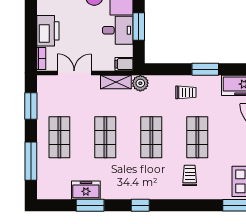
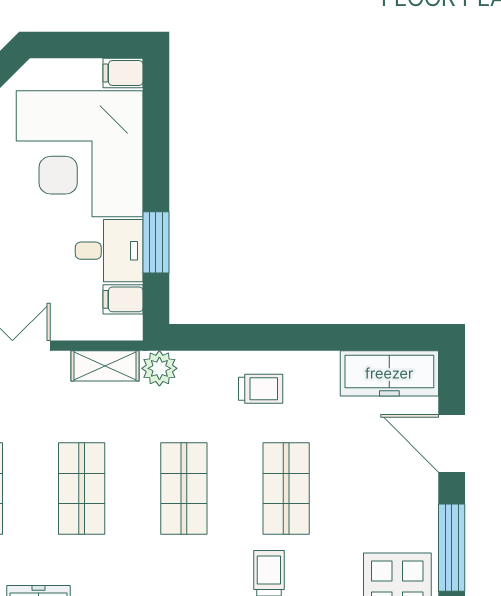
filing cabinet: (124, 64) -> (123, 299), moved
window: (205, 69) -> (304, 337), removed

